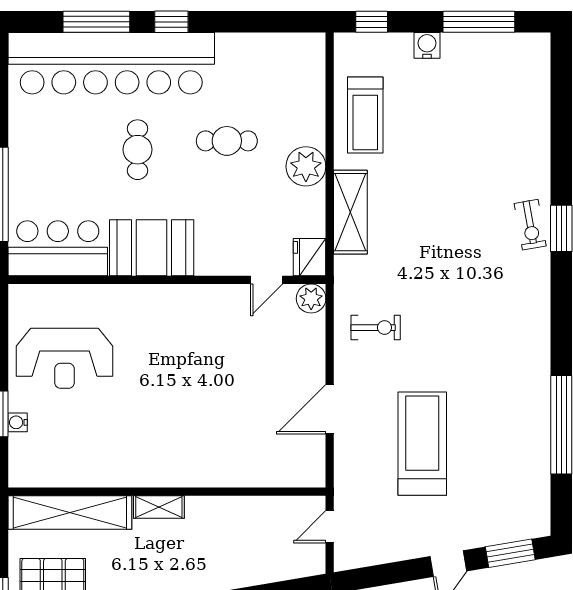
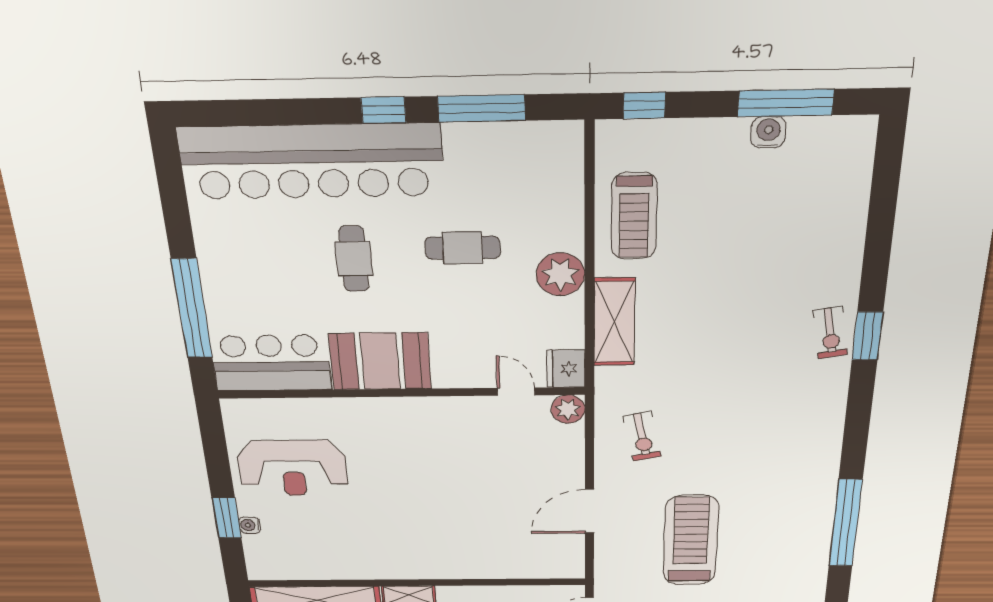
window: (96, 22) -> (481, 108), moved
water cooler: (427, 45) -> (768, 132), moved
door: (267, 280) -> (516, 392), swing flipped
exercise bike: (376, 328) -> (642, 436), turned 78

